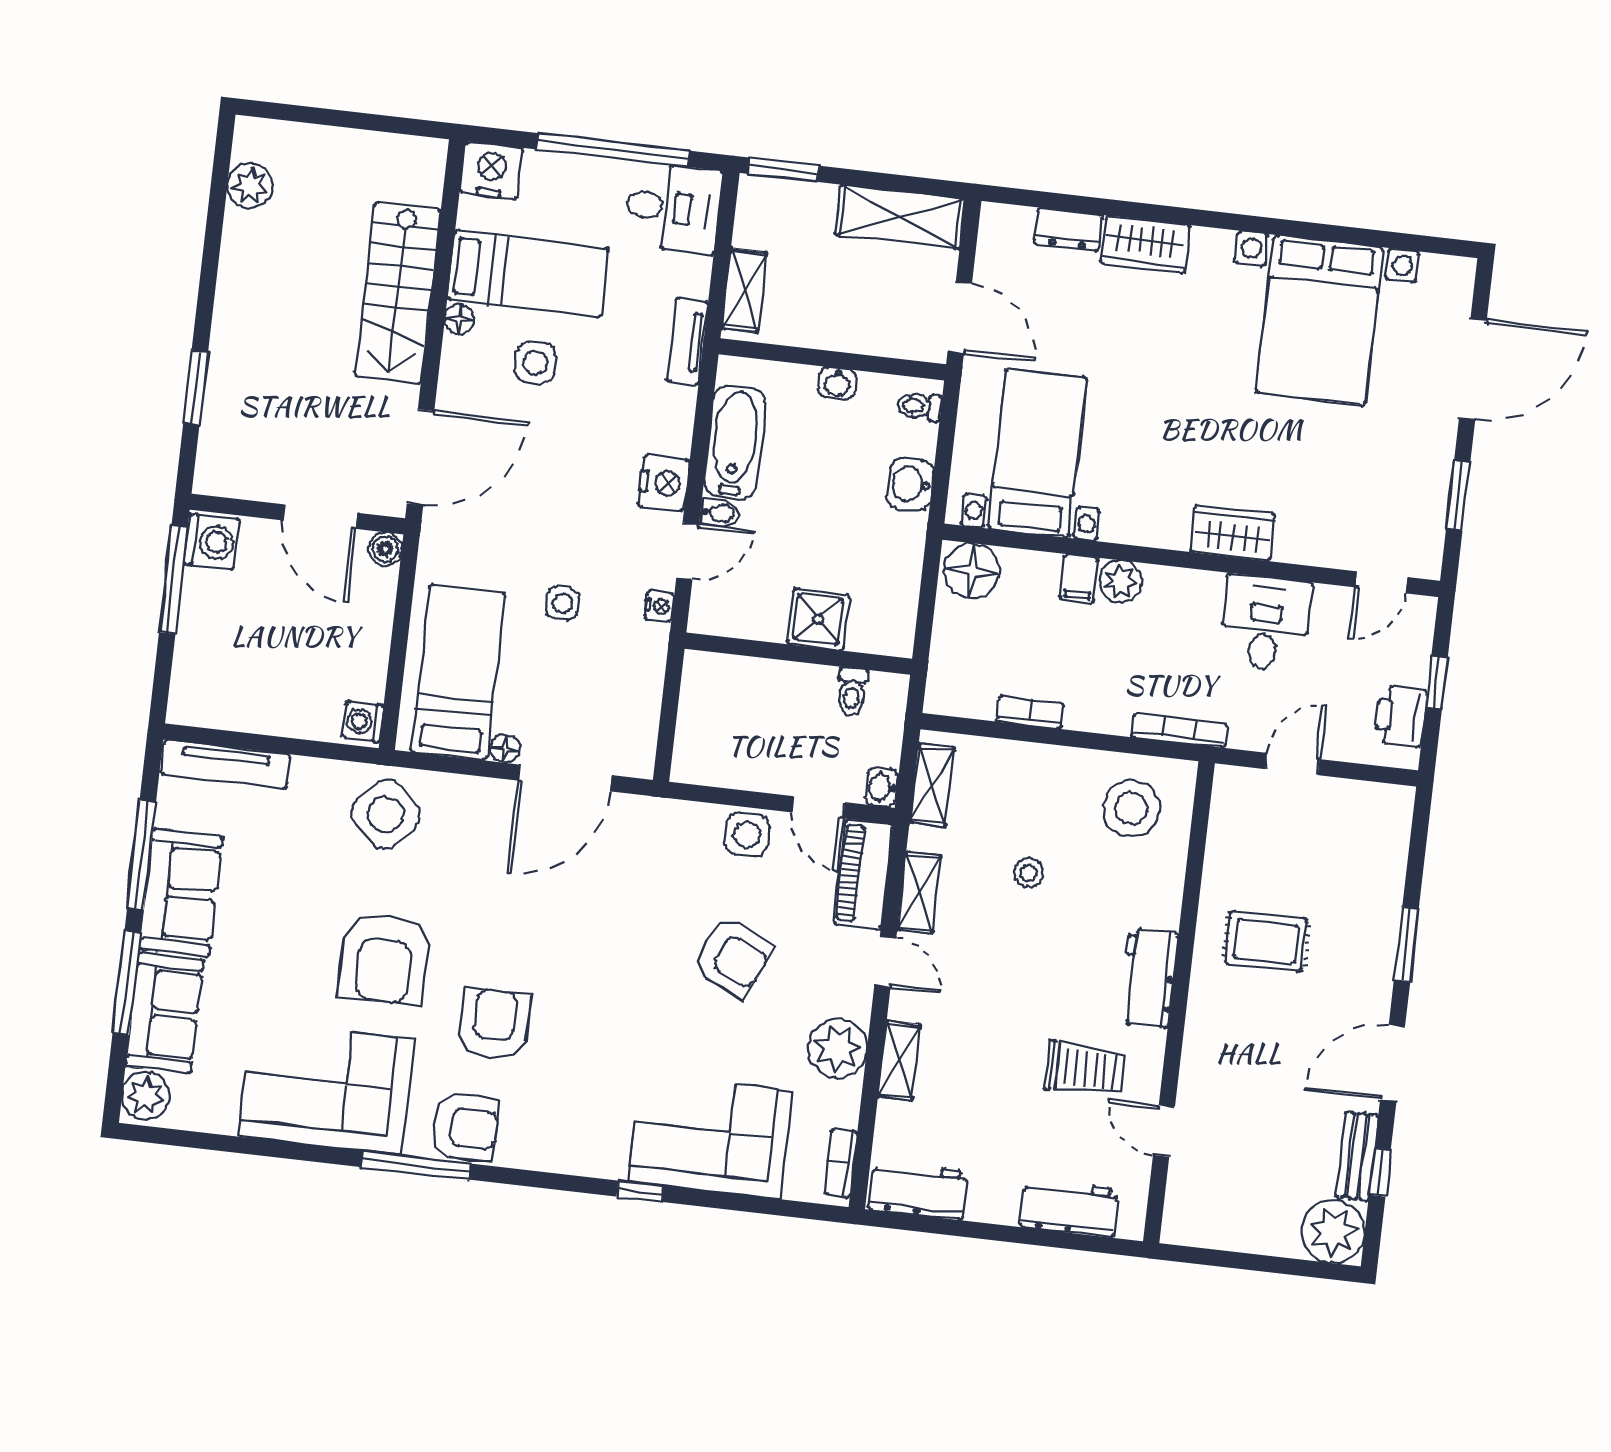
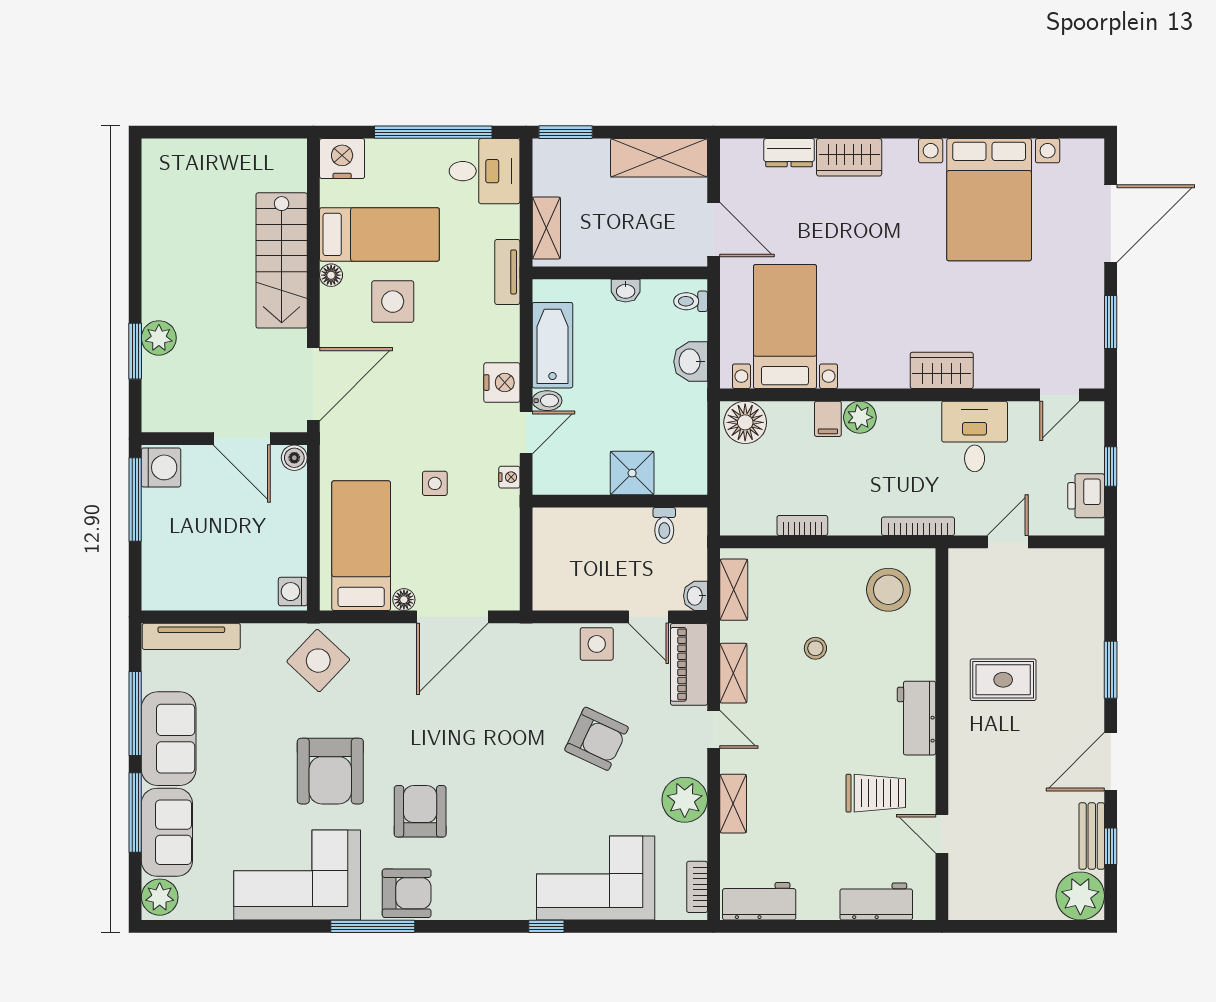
plant: (250, 186) -> (159, 338), moved
side table: (535, 362) -> (393, 302), width x1.37, depth x1.37

